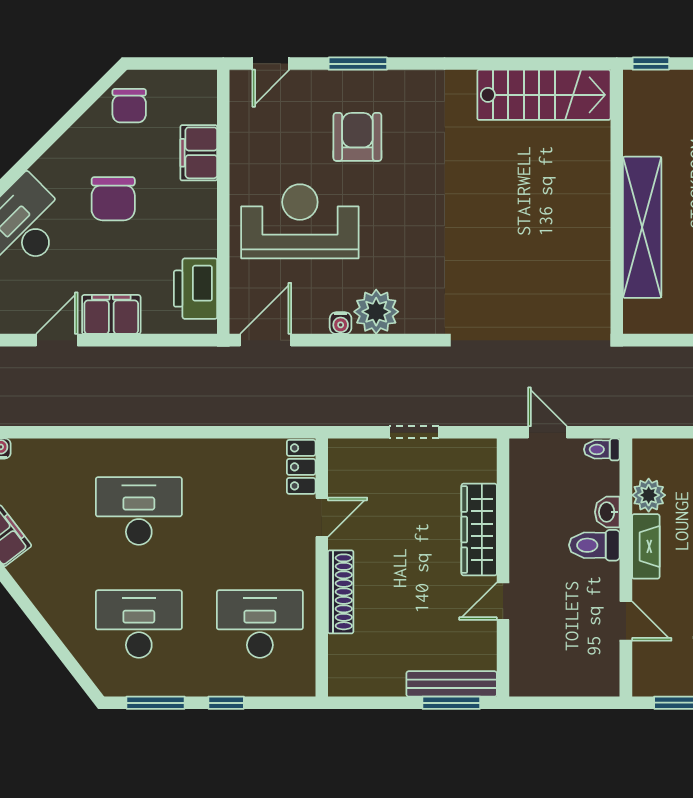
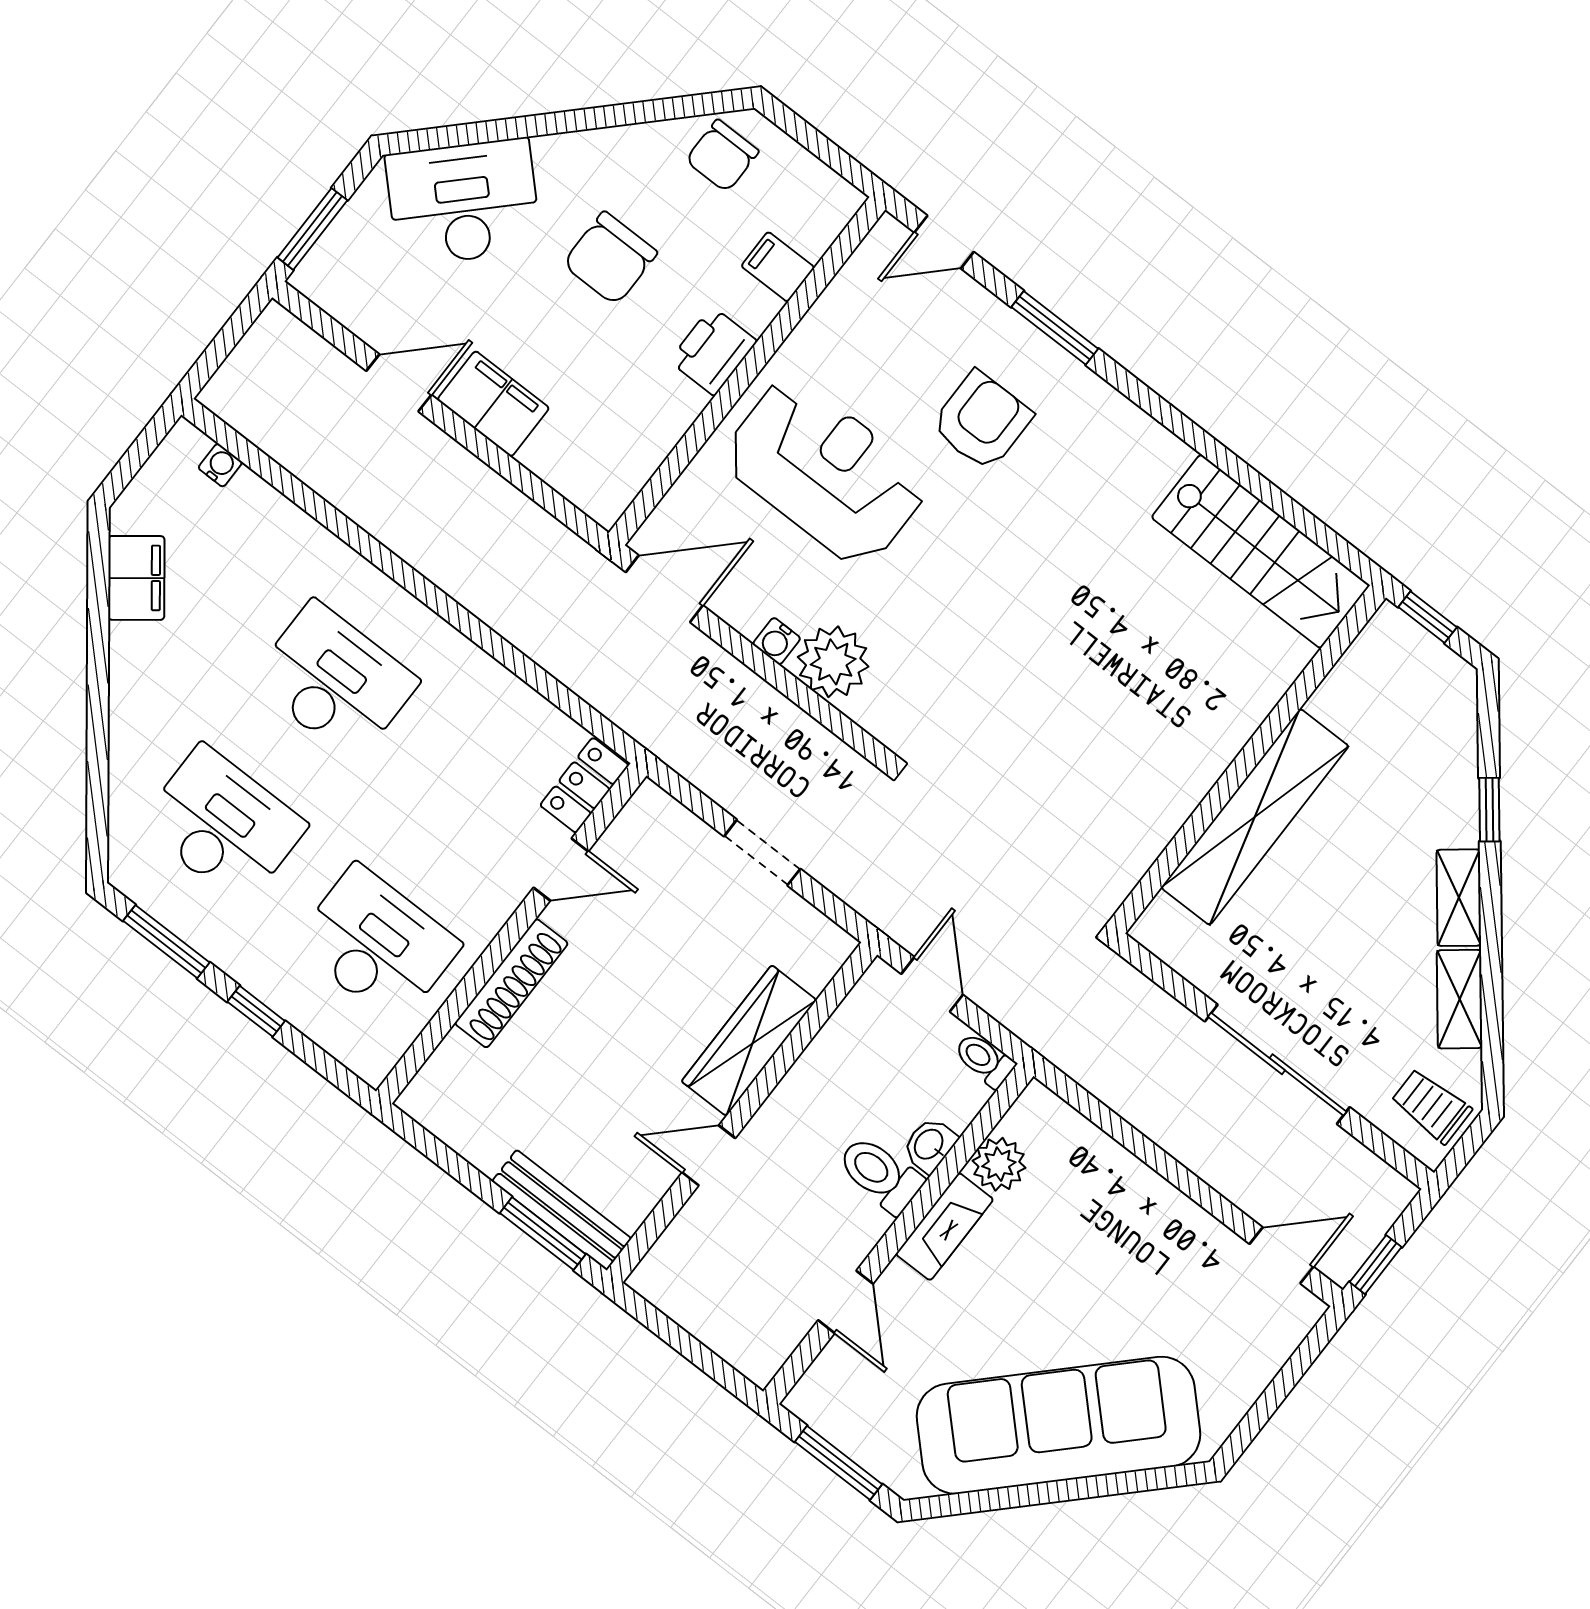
filing cabinet: (199, 153) -> (778, 267), width x0.50
printer: (195, 289) -> (713, 351), moved, width x0.73, depth x0.84

